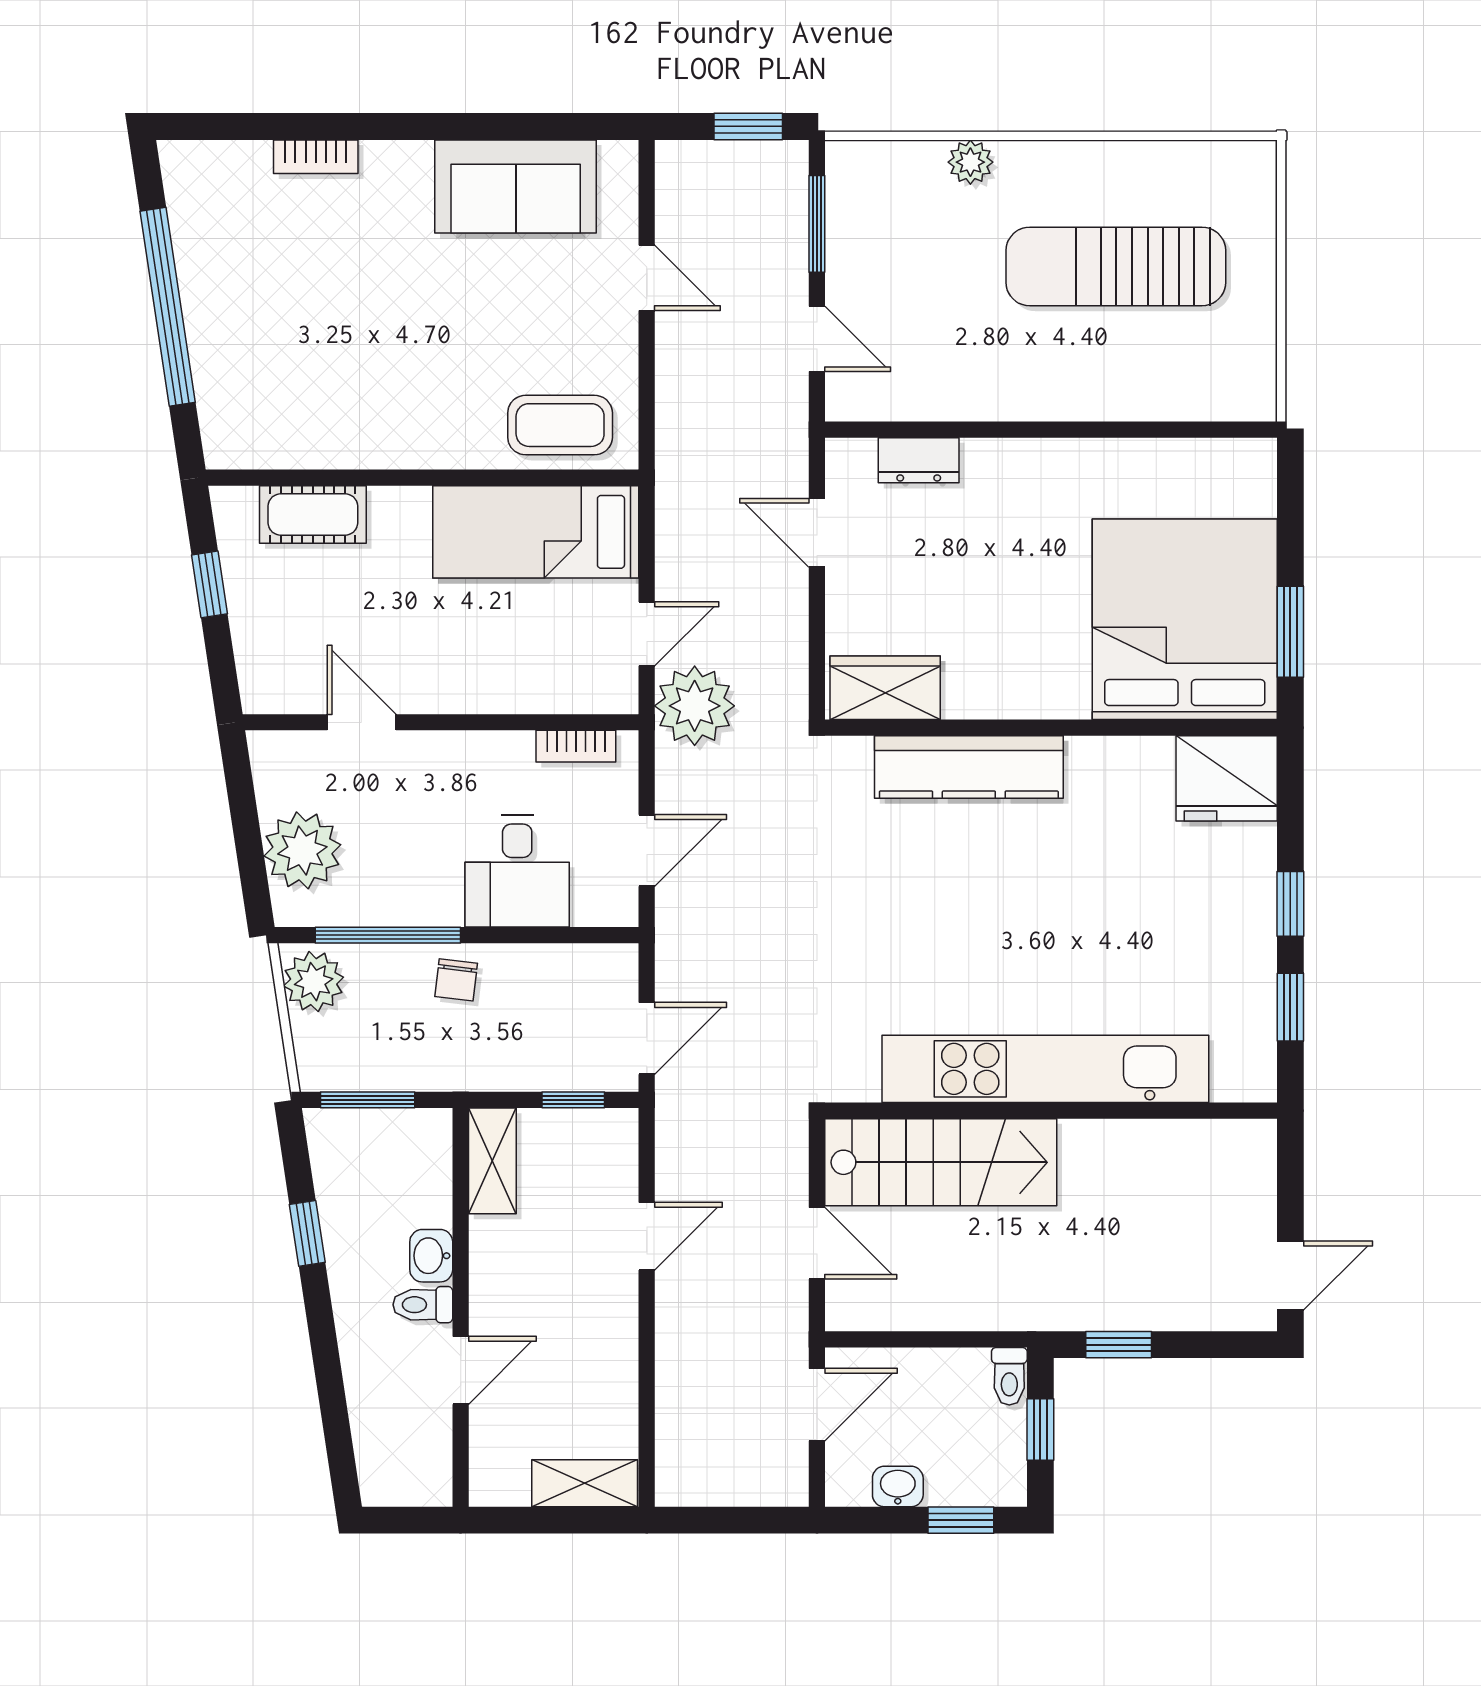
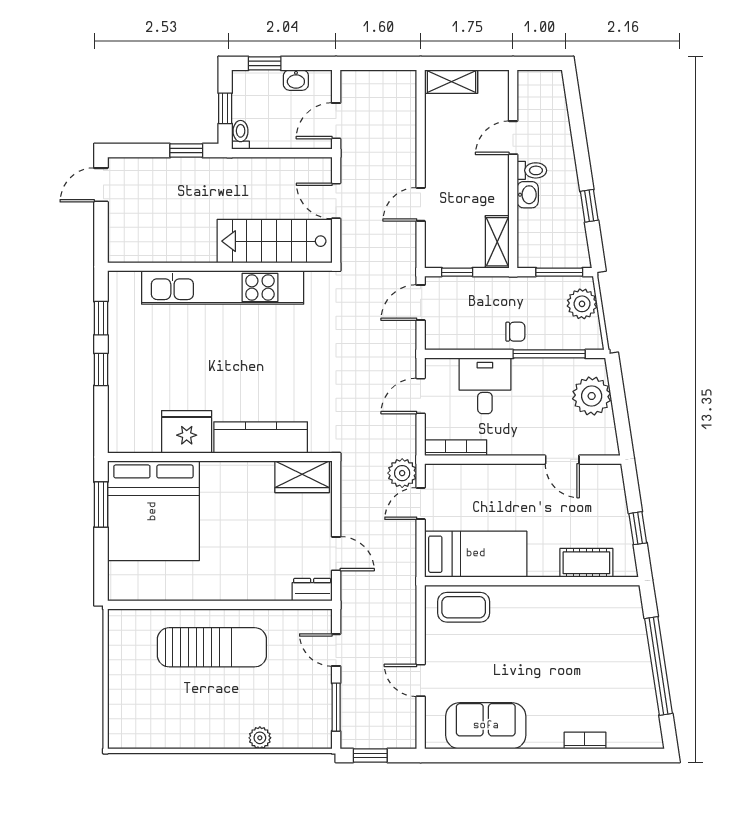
sun lounger: (1116, 266) -> (212, 647), moved
dresser: (919, 460) -> (312, 590), moved
plant: (695, 706) -> (402, 473), width x0.73, depth x0.73
bookcase: (576, 746) -> (456, 448), width x1.56
fridge: (1227, 778) -> (187, 432), moved
chair: (456, 980) -> (515, 332), turned 83
plant: (314, 982) -> (582, 304), moved

